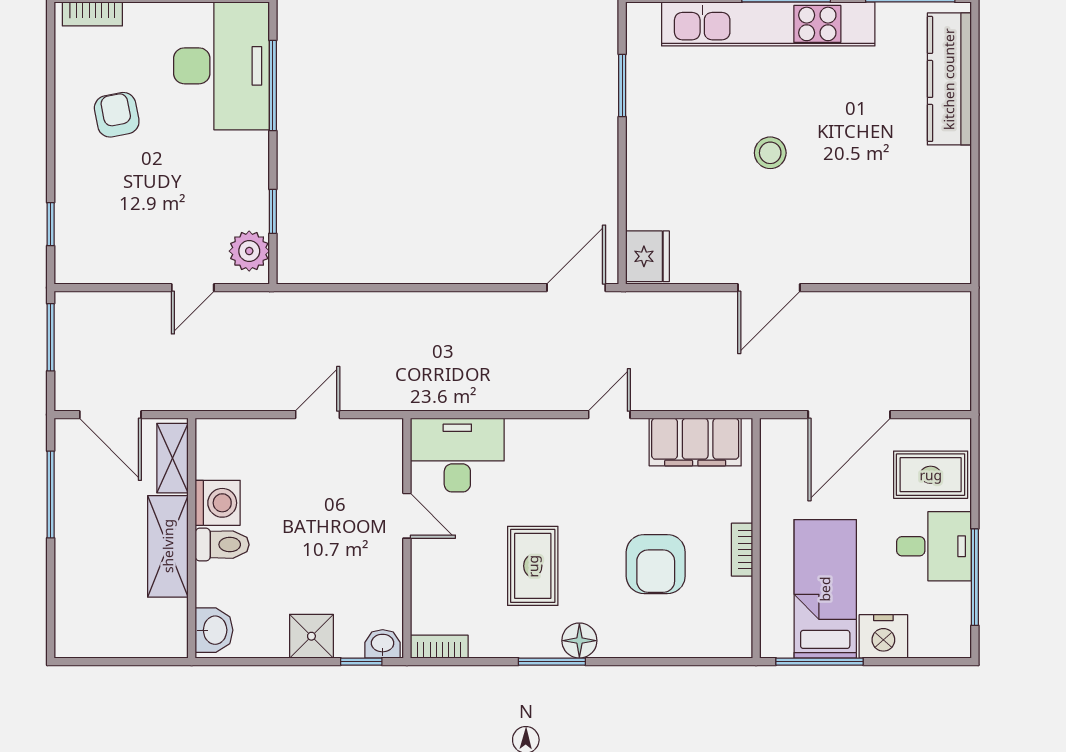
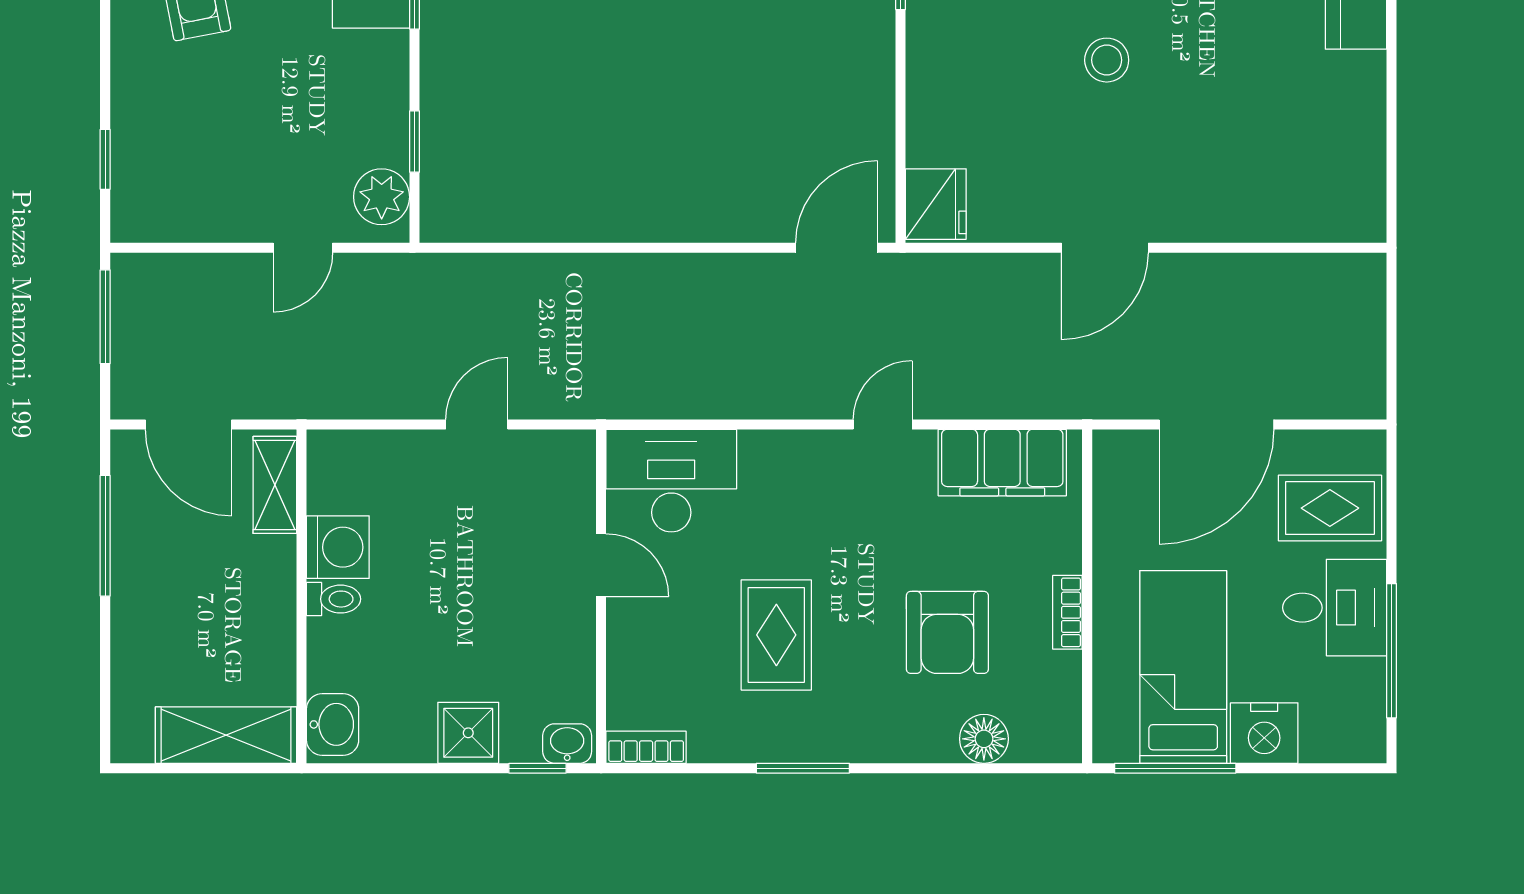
toilet: (222, 545) -> (334, 599), width x0.73, depth x0.72
shelving: (168, 546) -> (226, 735), moved, turned 90
floor lamp: (579, 641) -> (984, 739), moved

